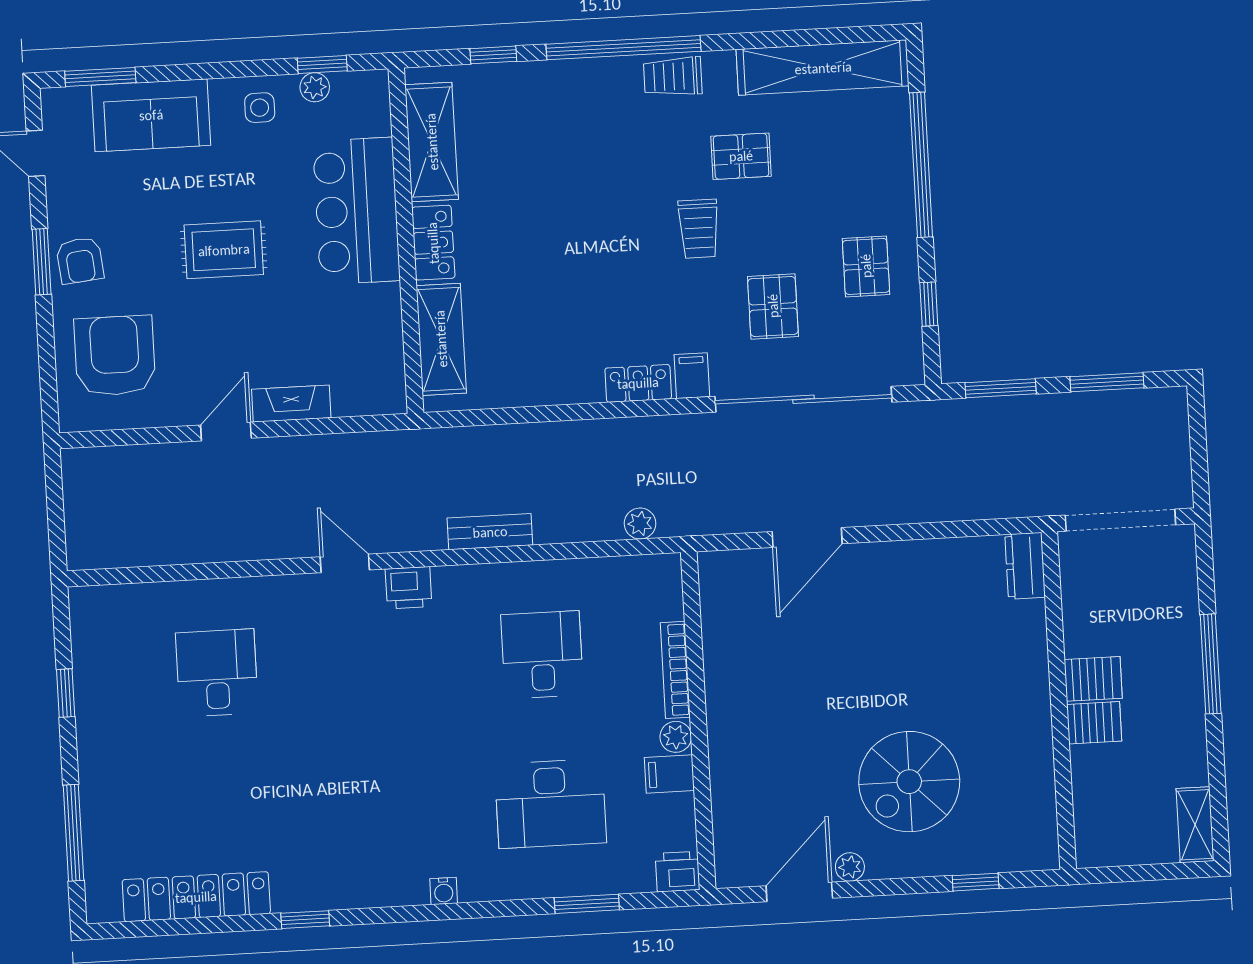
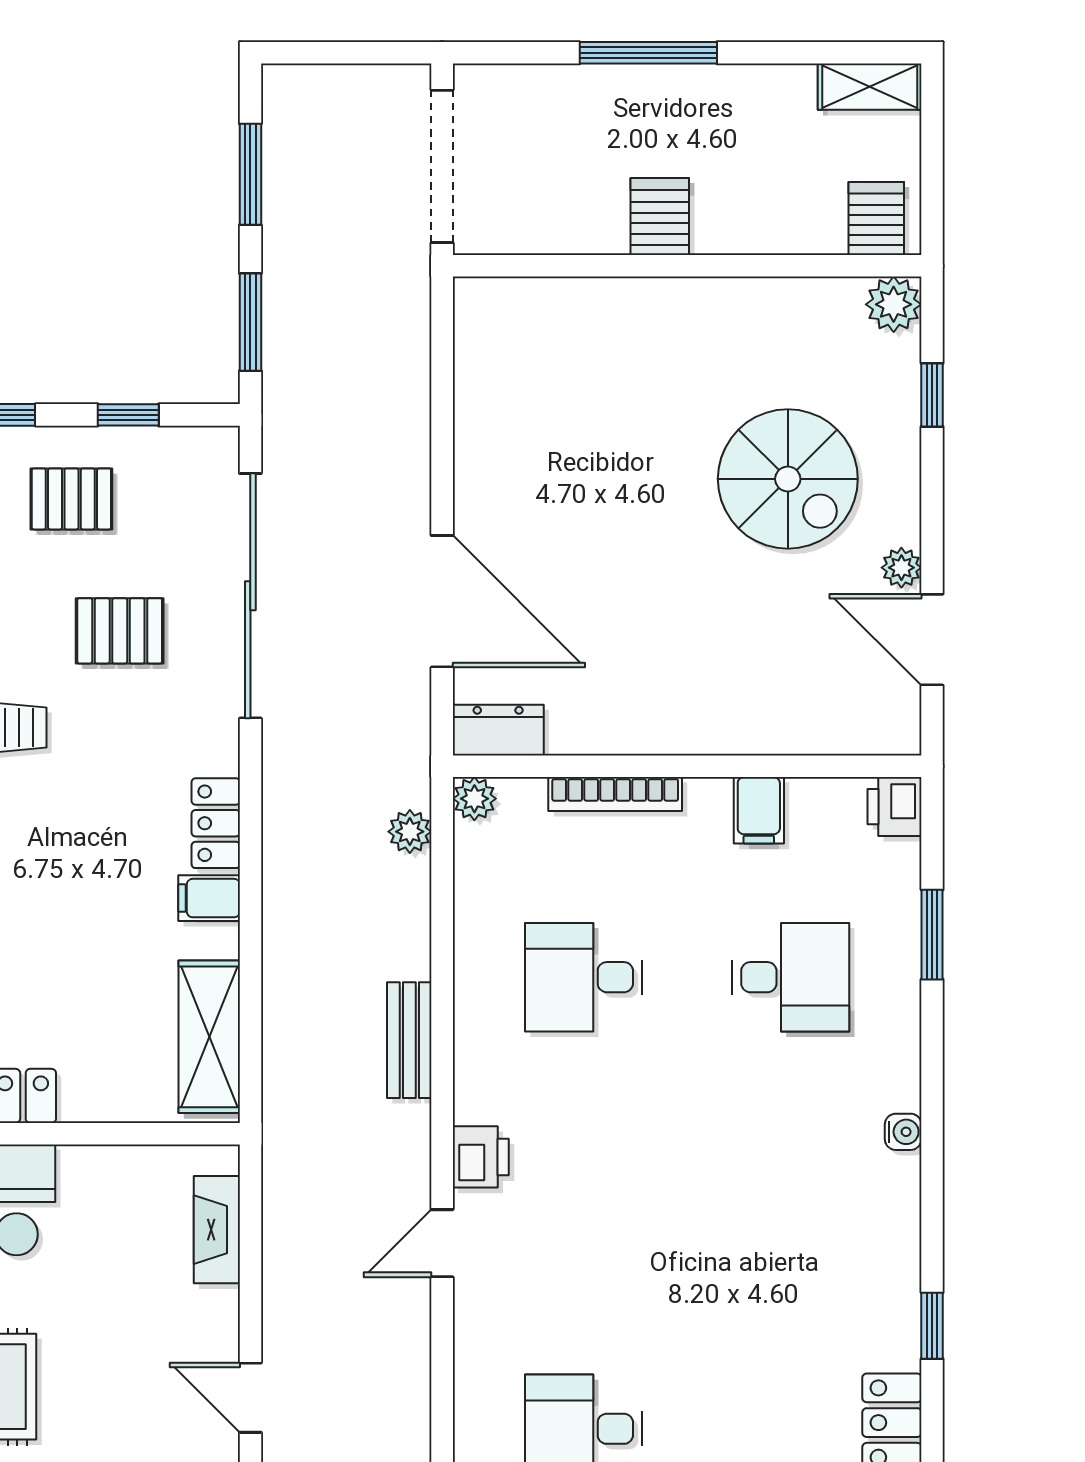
shelving: (441, 339) -> (209, 1037), moved, turned 90
filing cabinet: (692, 376) -> (209, 898), moved
fireplace: (291, 404) -> (217, 1230), moved
door: (807, 538) -> (442, 601), width x1.36
dresser: (1025, 566) -> (498, 730), moved, turned 180
server rack: (1094, 723) -> (876, 218), moved
plant: (676, 737) -> (474, 799), moved
desk: (550, 804) -> (790, 977), width x0.73
plant: (1039, 851) -> (894, 304), added

